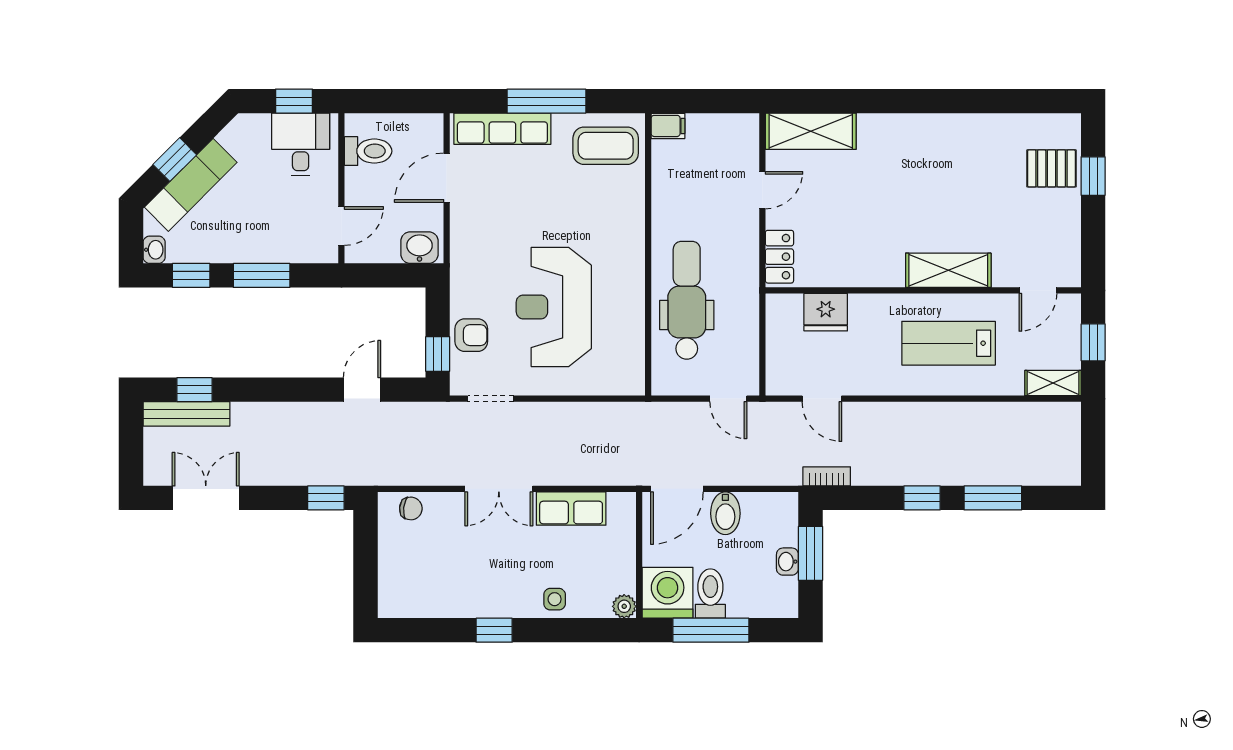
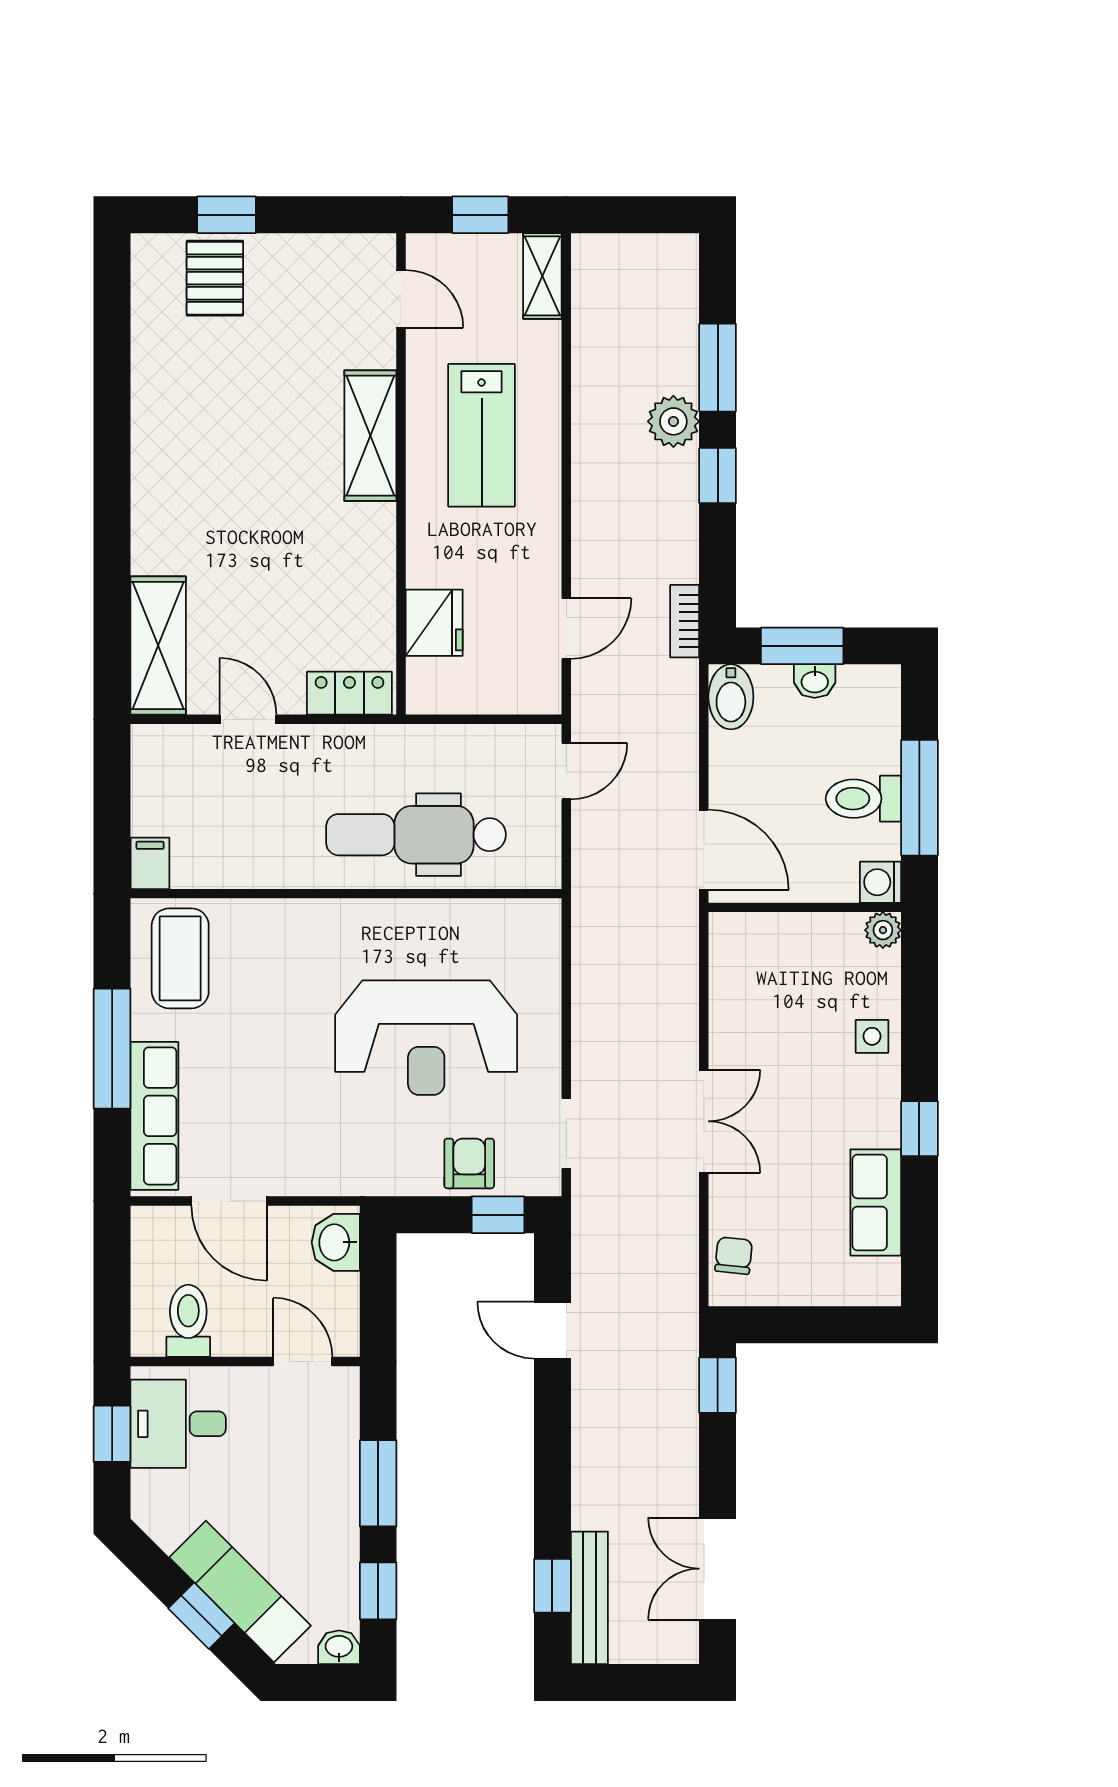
plant: (958, 469) -> (673, 421), added
row of seats: (571, 509) -> (876, 1202), moved, turned 180
bidet: (725, 513) -> (731, 697), moved, turned 90
washing machine: (668, 593) -> (881, 882), width x0.53, depth x0.53

